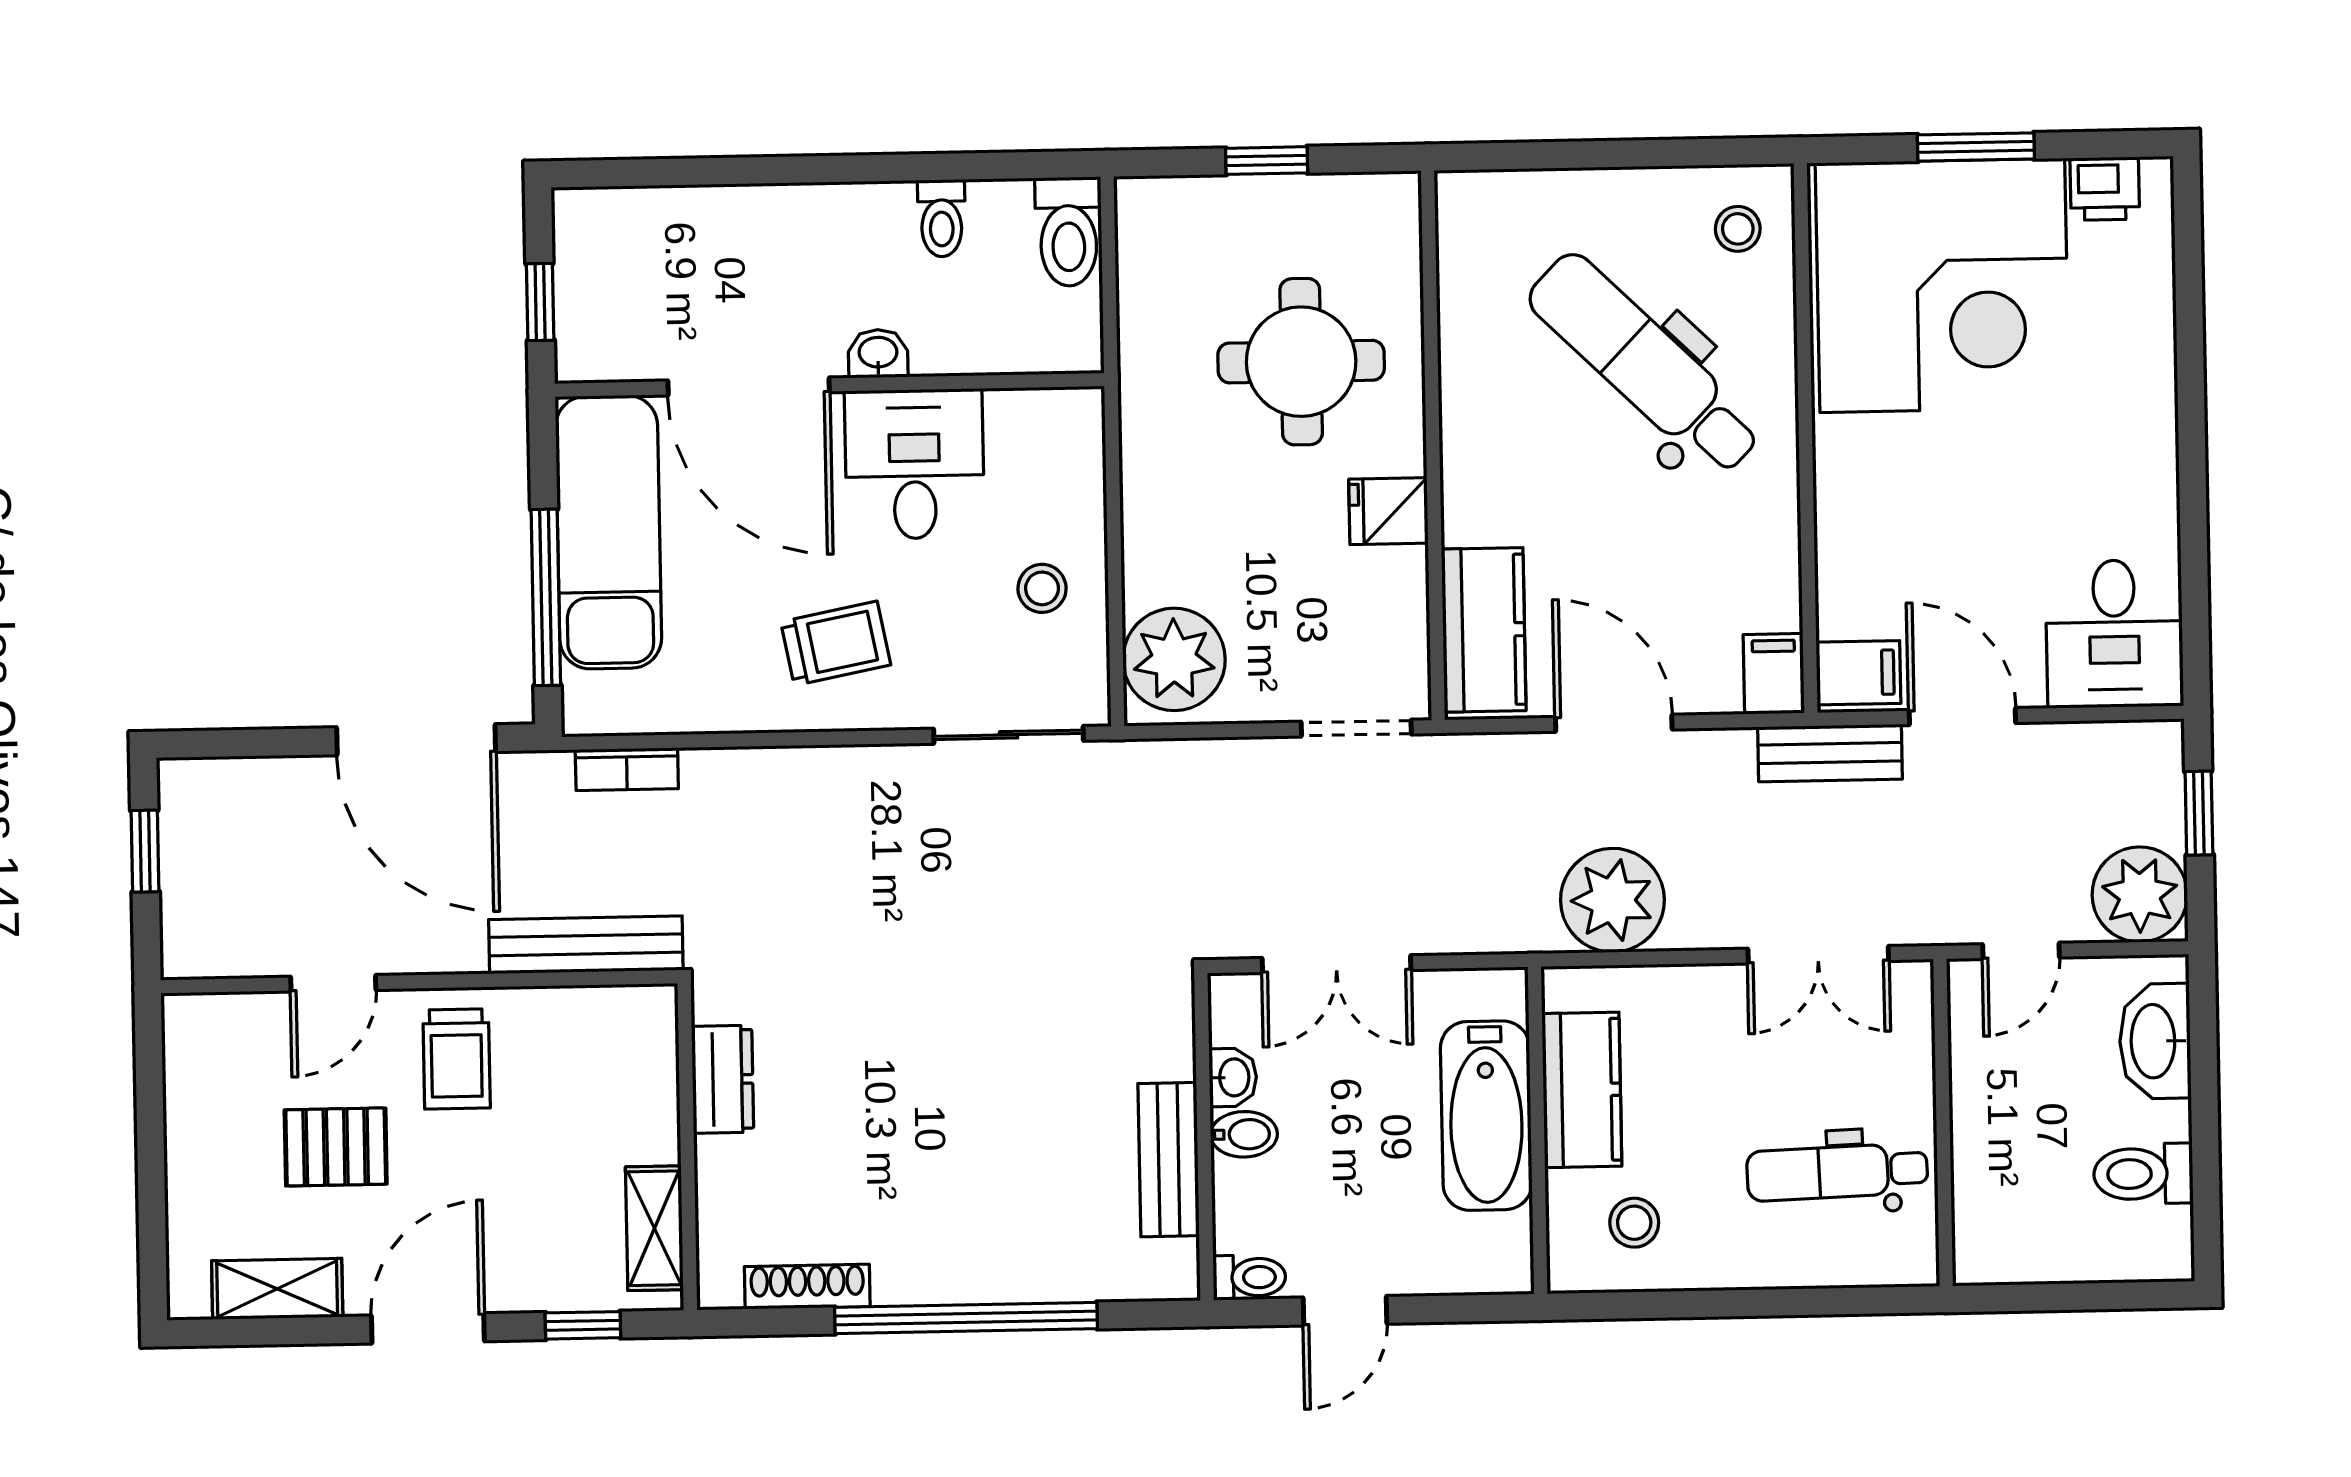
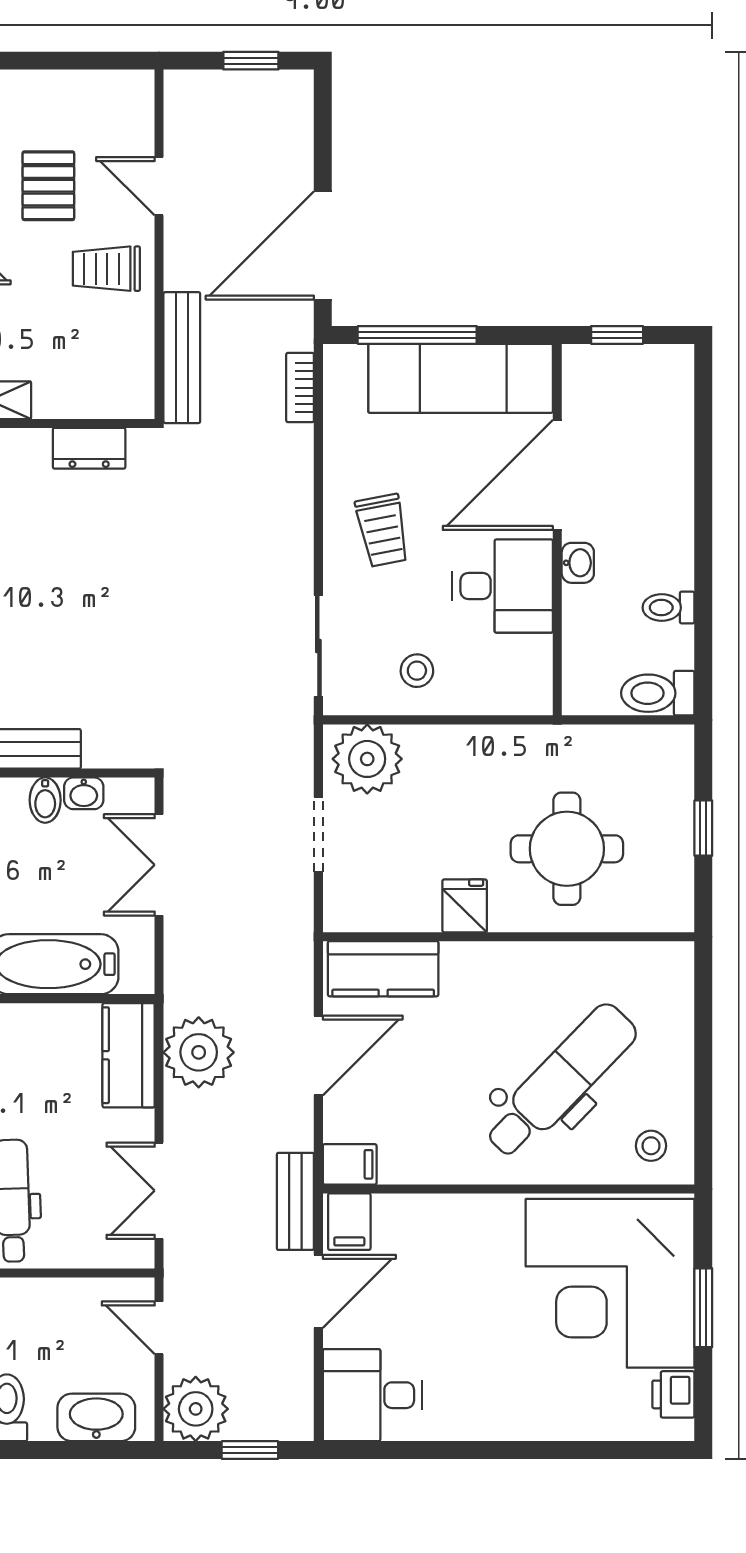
doorway: (1356, 728) -> (318, 835), moved
kitchen counter: (1582, 1090) -> (129, 1055), moved, turned 90

